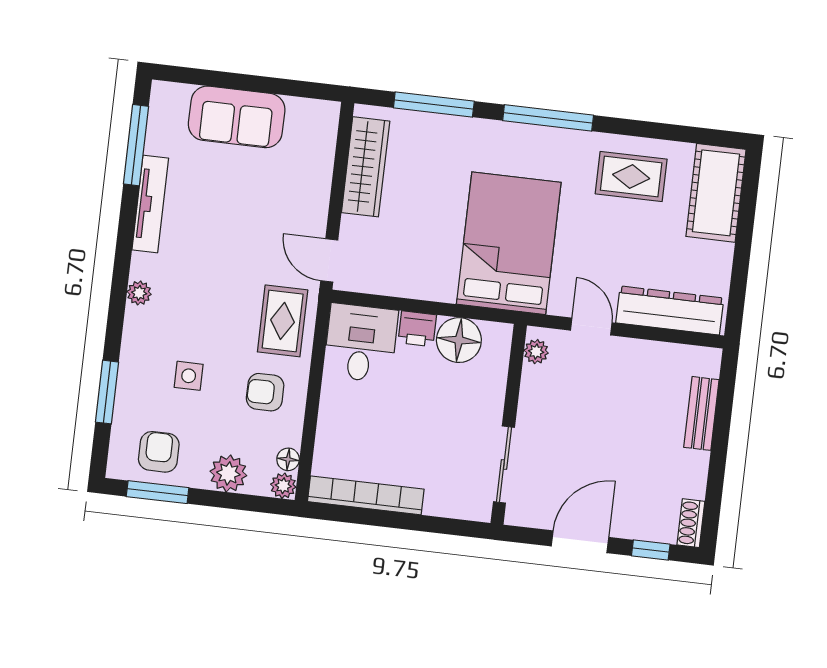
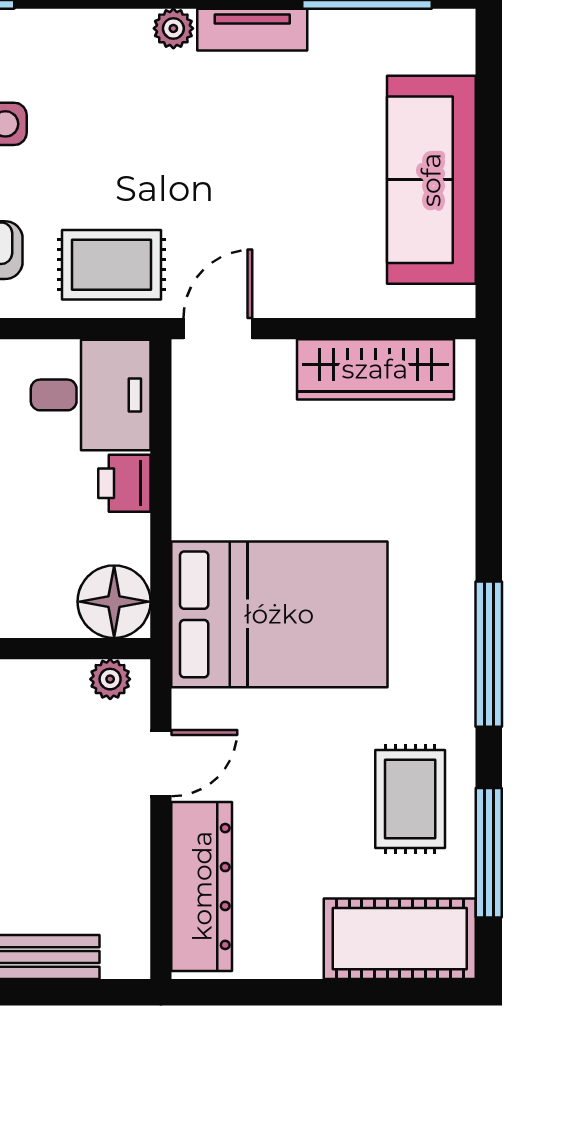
window: (434, 104) -> (489, 853), moved
sofa: (237, 117) -> (431, 180), width x1.36
tv unit: (150, 204) -> (252, 30), width x0.71
plant: (139, 293) -> (173, 28), moved
floor lamp: (459, 340) -> (114, 602), moved

